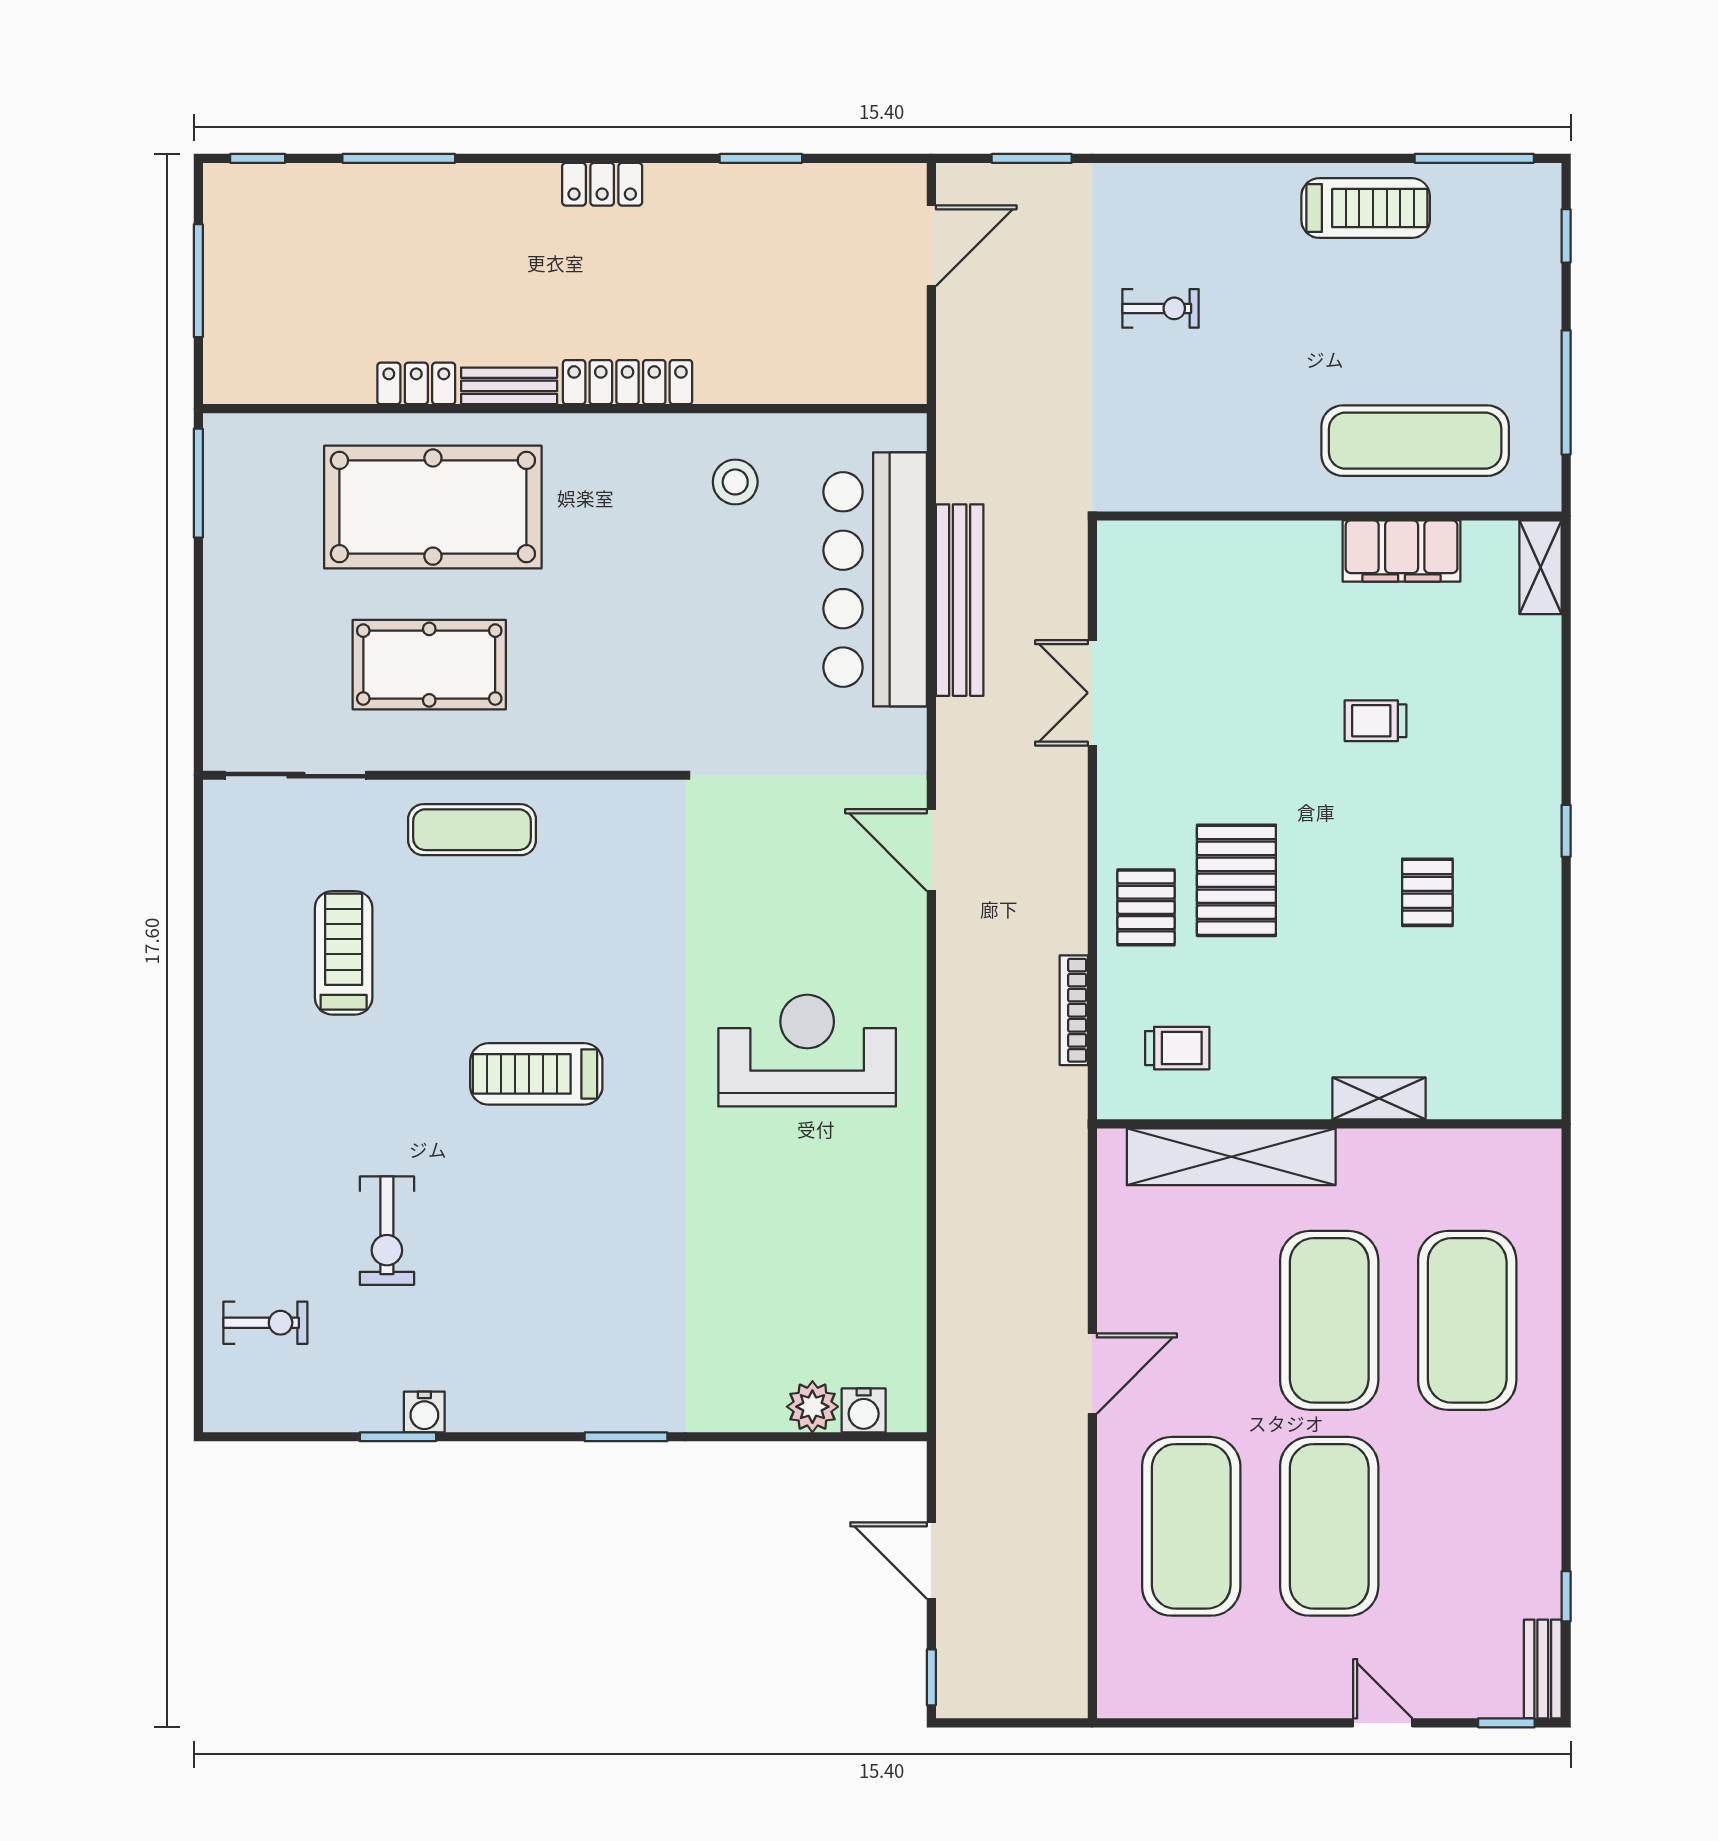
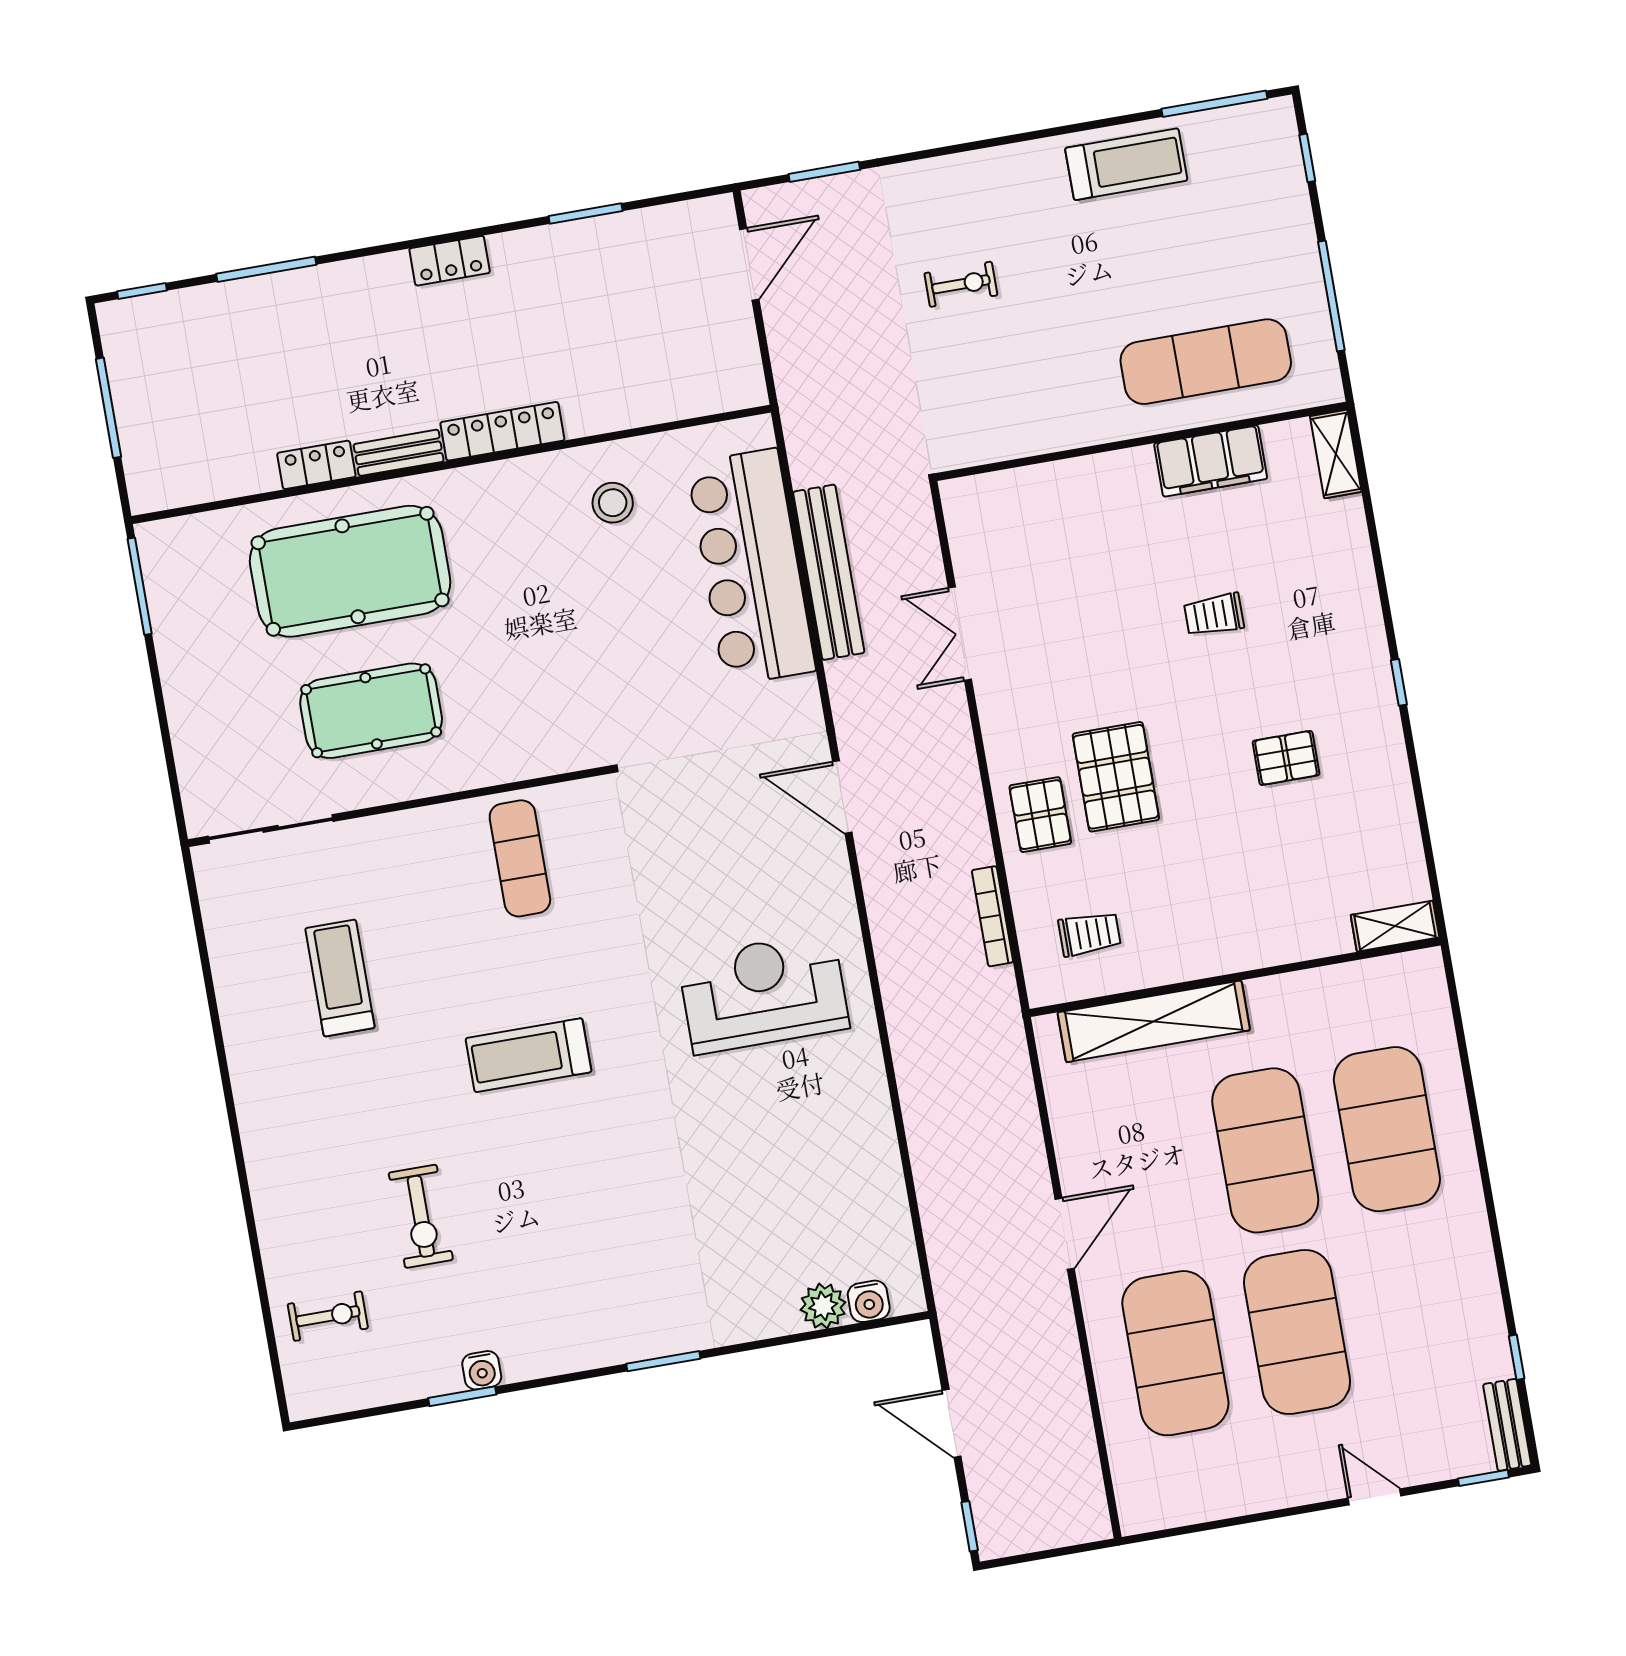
exercise mat: (472, 830) -> (520, 858), moved, turned 90
pallet: (1427, 892) -> (1286, 758), turned 90
shelving: (1379, 1098) -> (1395, 926), moved

